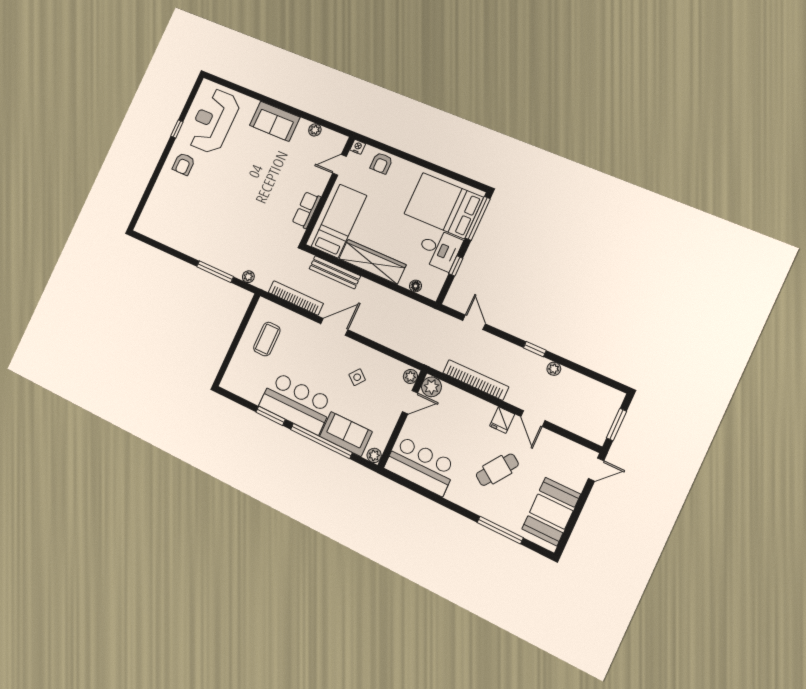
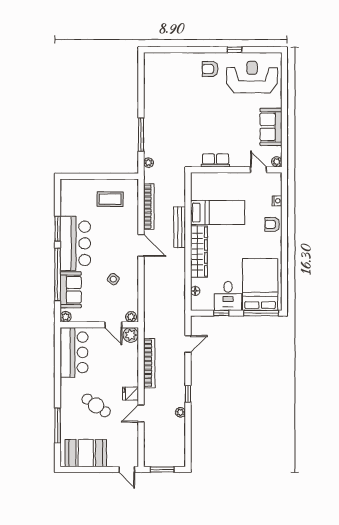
door: (339, 165) -> (258, 170), moved
wall: (328, 190) -> (236, 170), moved
row of seats: (307, 210) -> (216, 160), moved

